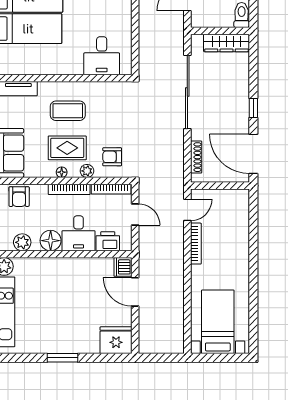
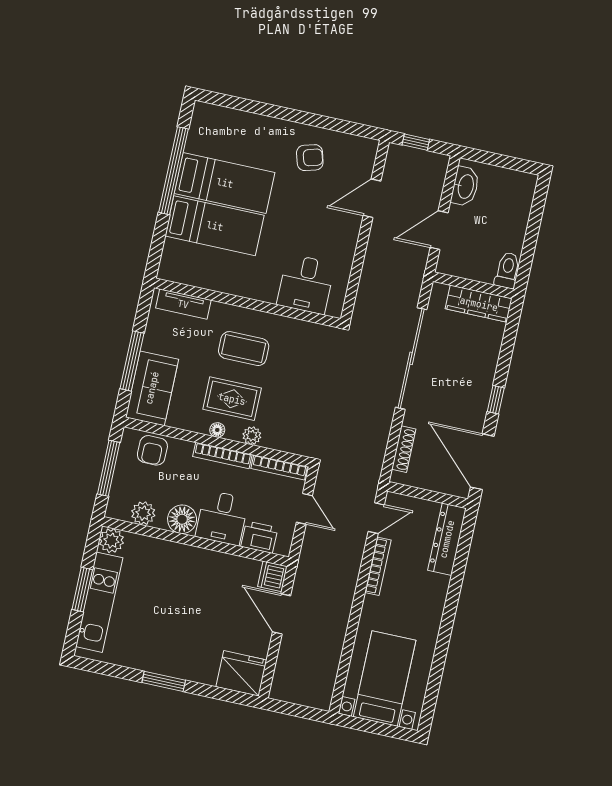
armchair: (112, 157) -> (290, 424), removed
dresser: (240, 214) -> (447, 539), added

